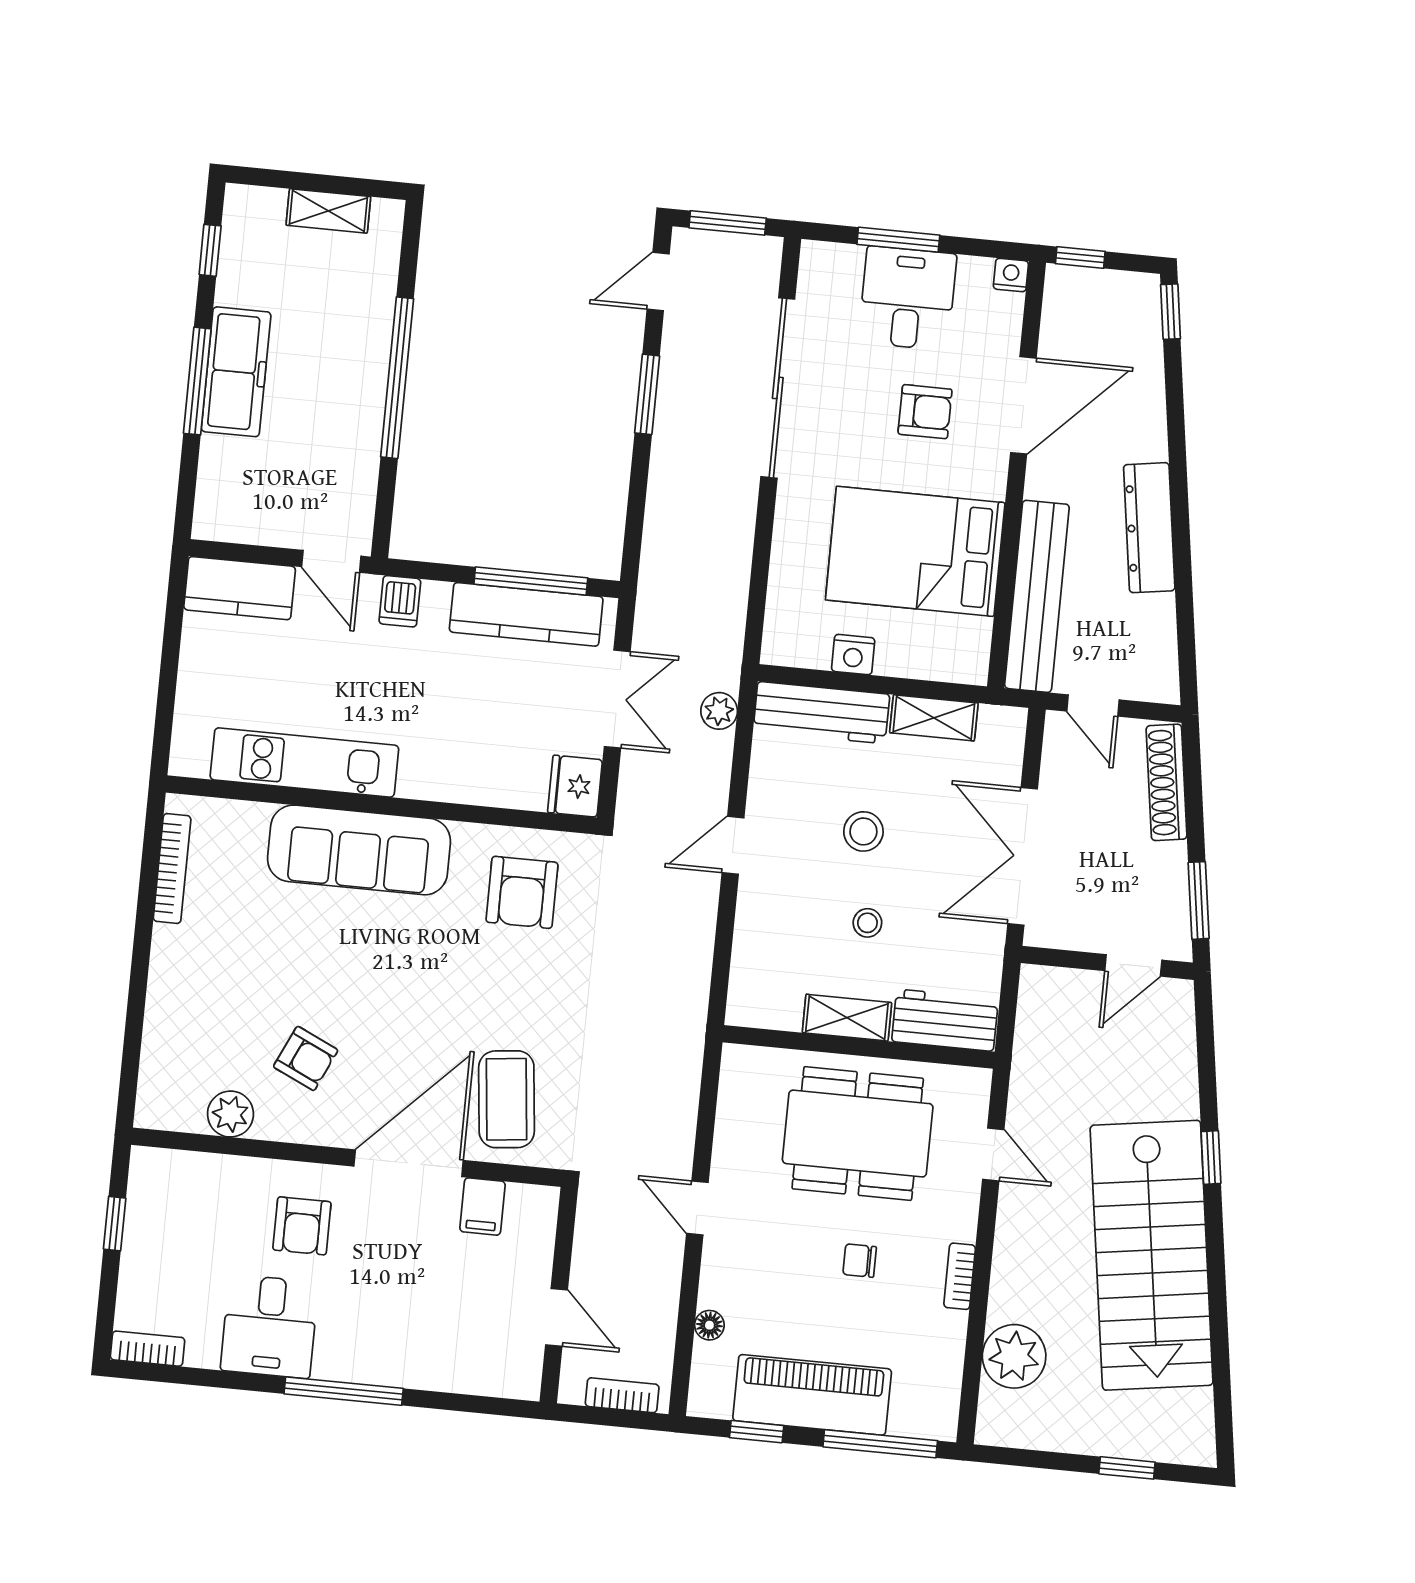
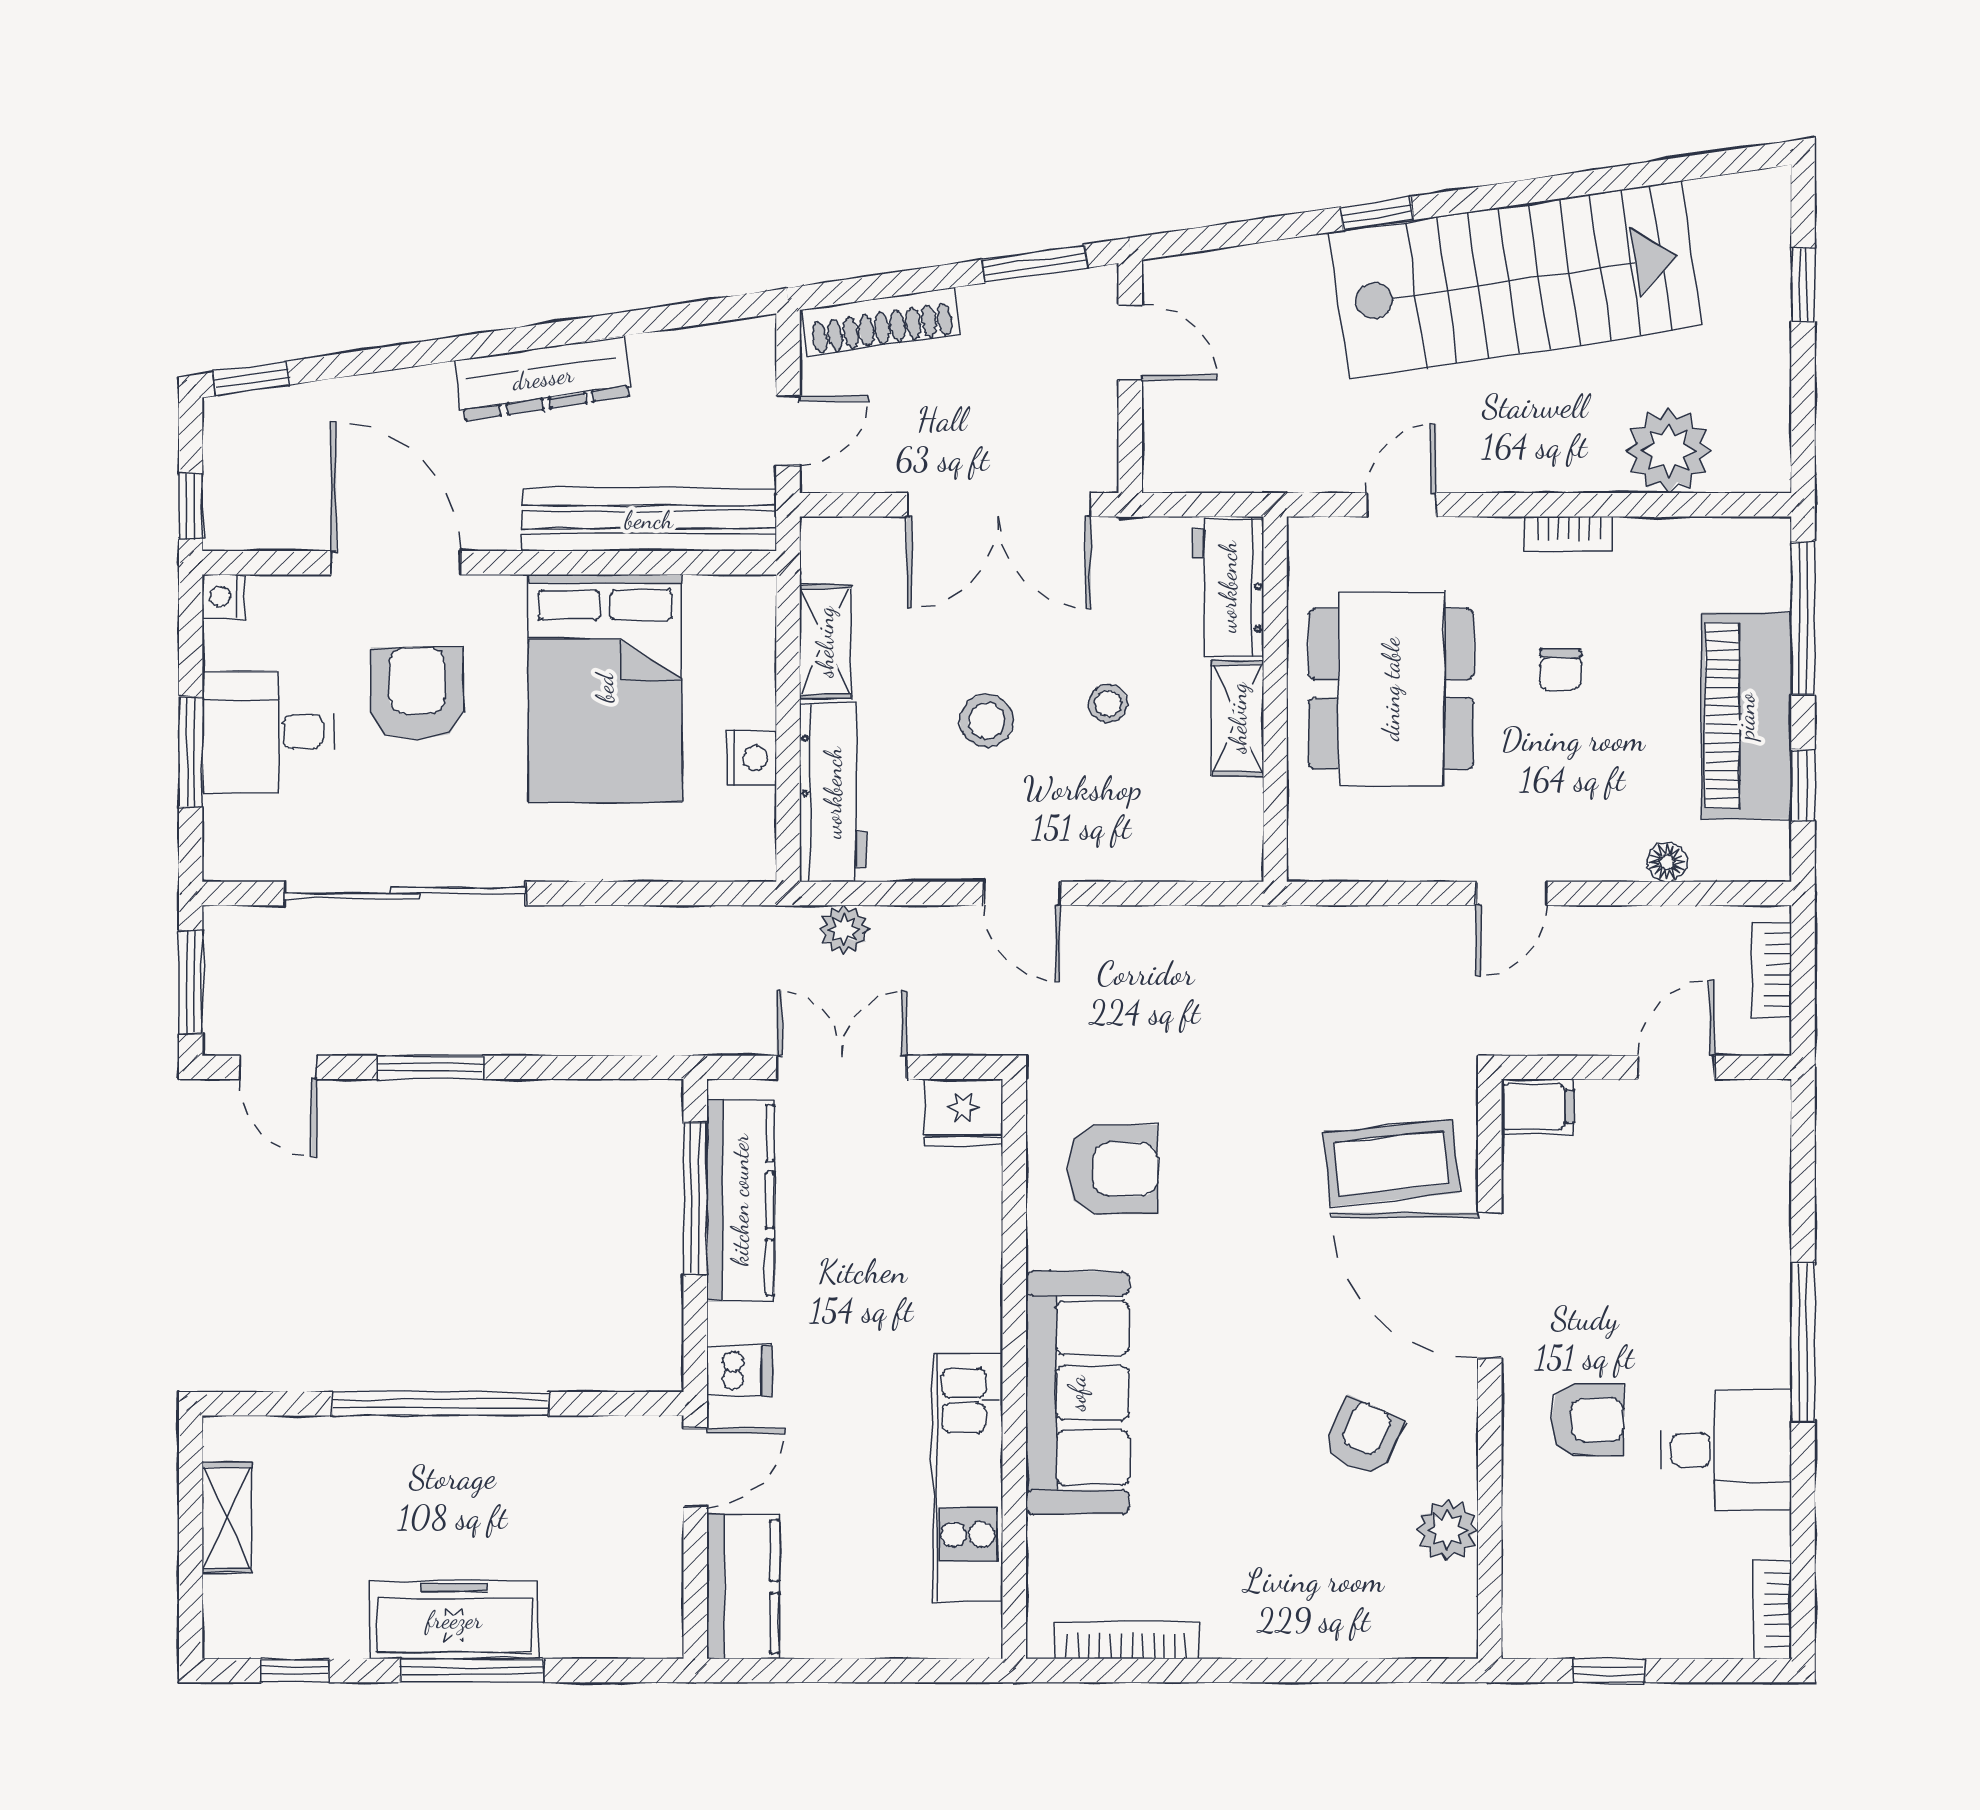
armchair: (925, 412) -> (417, 693), width x1.38, depth x1.38
filing cabinet: (482, 1207) -> (1538, 1106), moved

